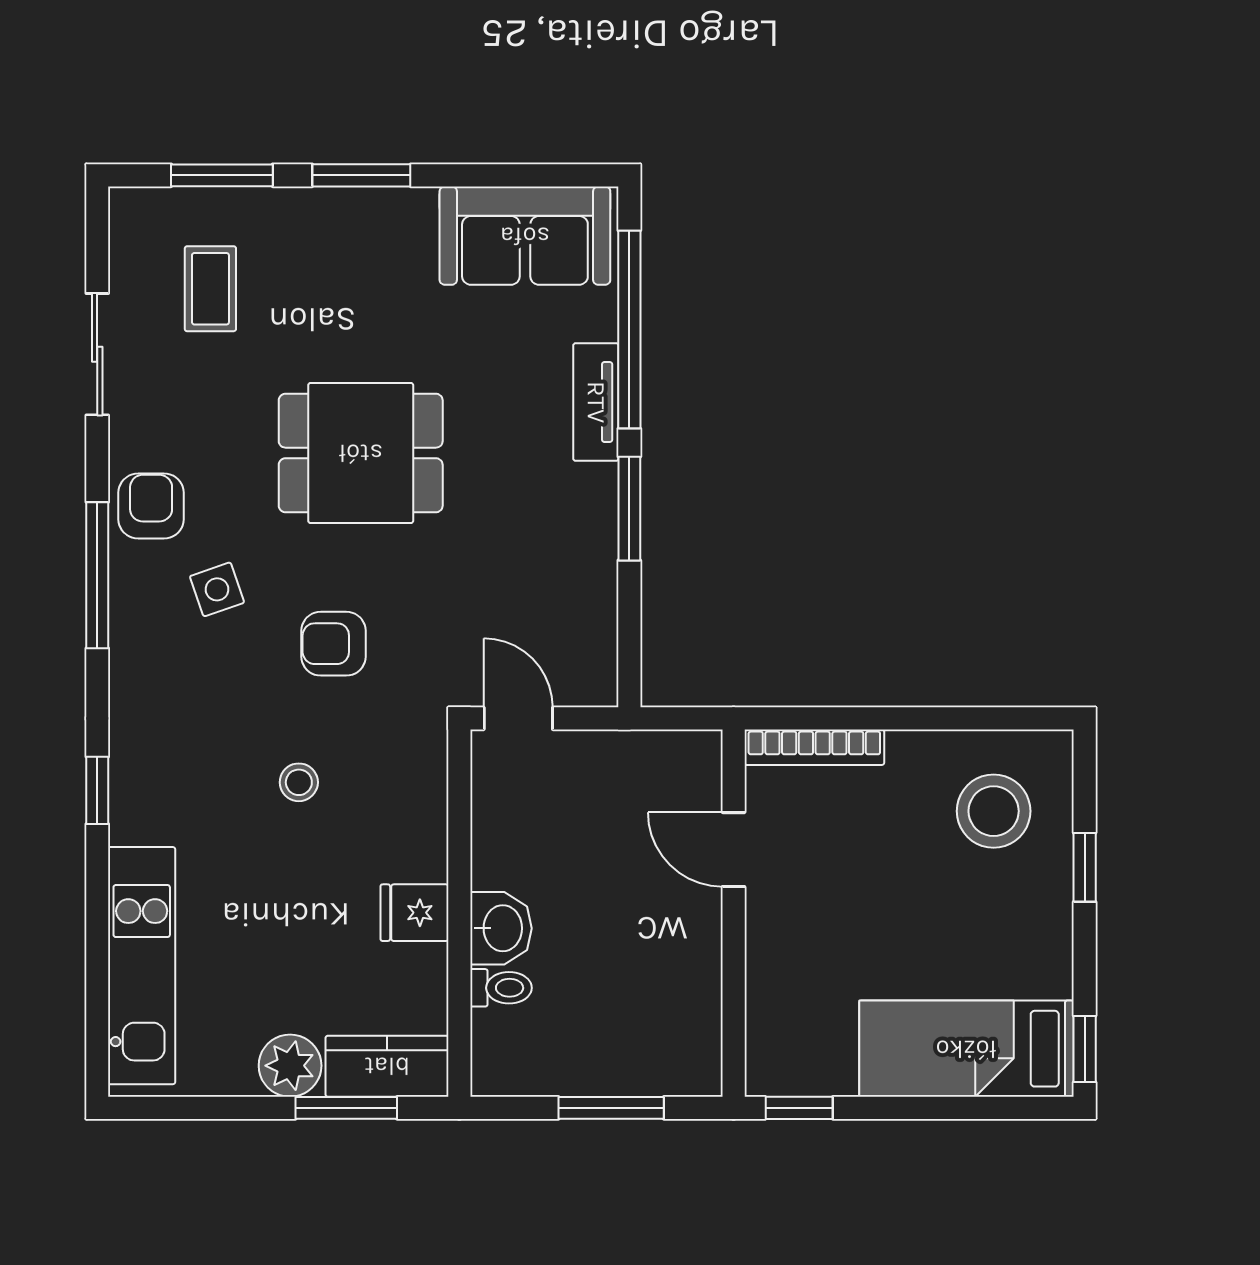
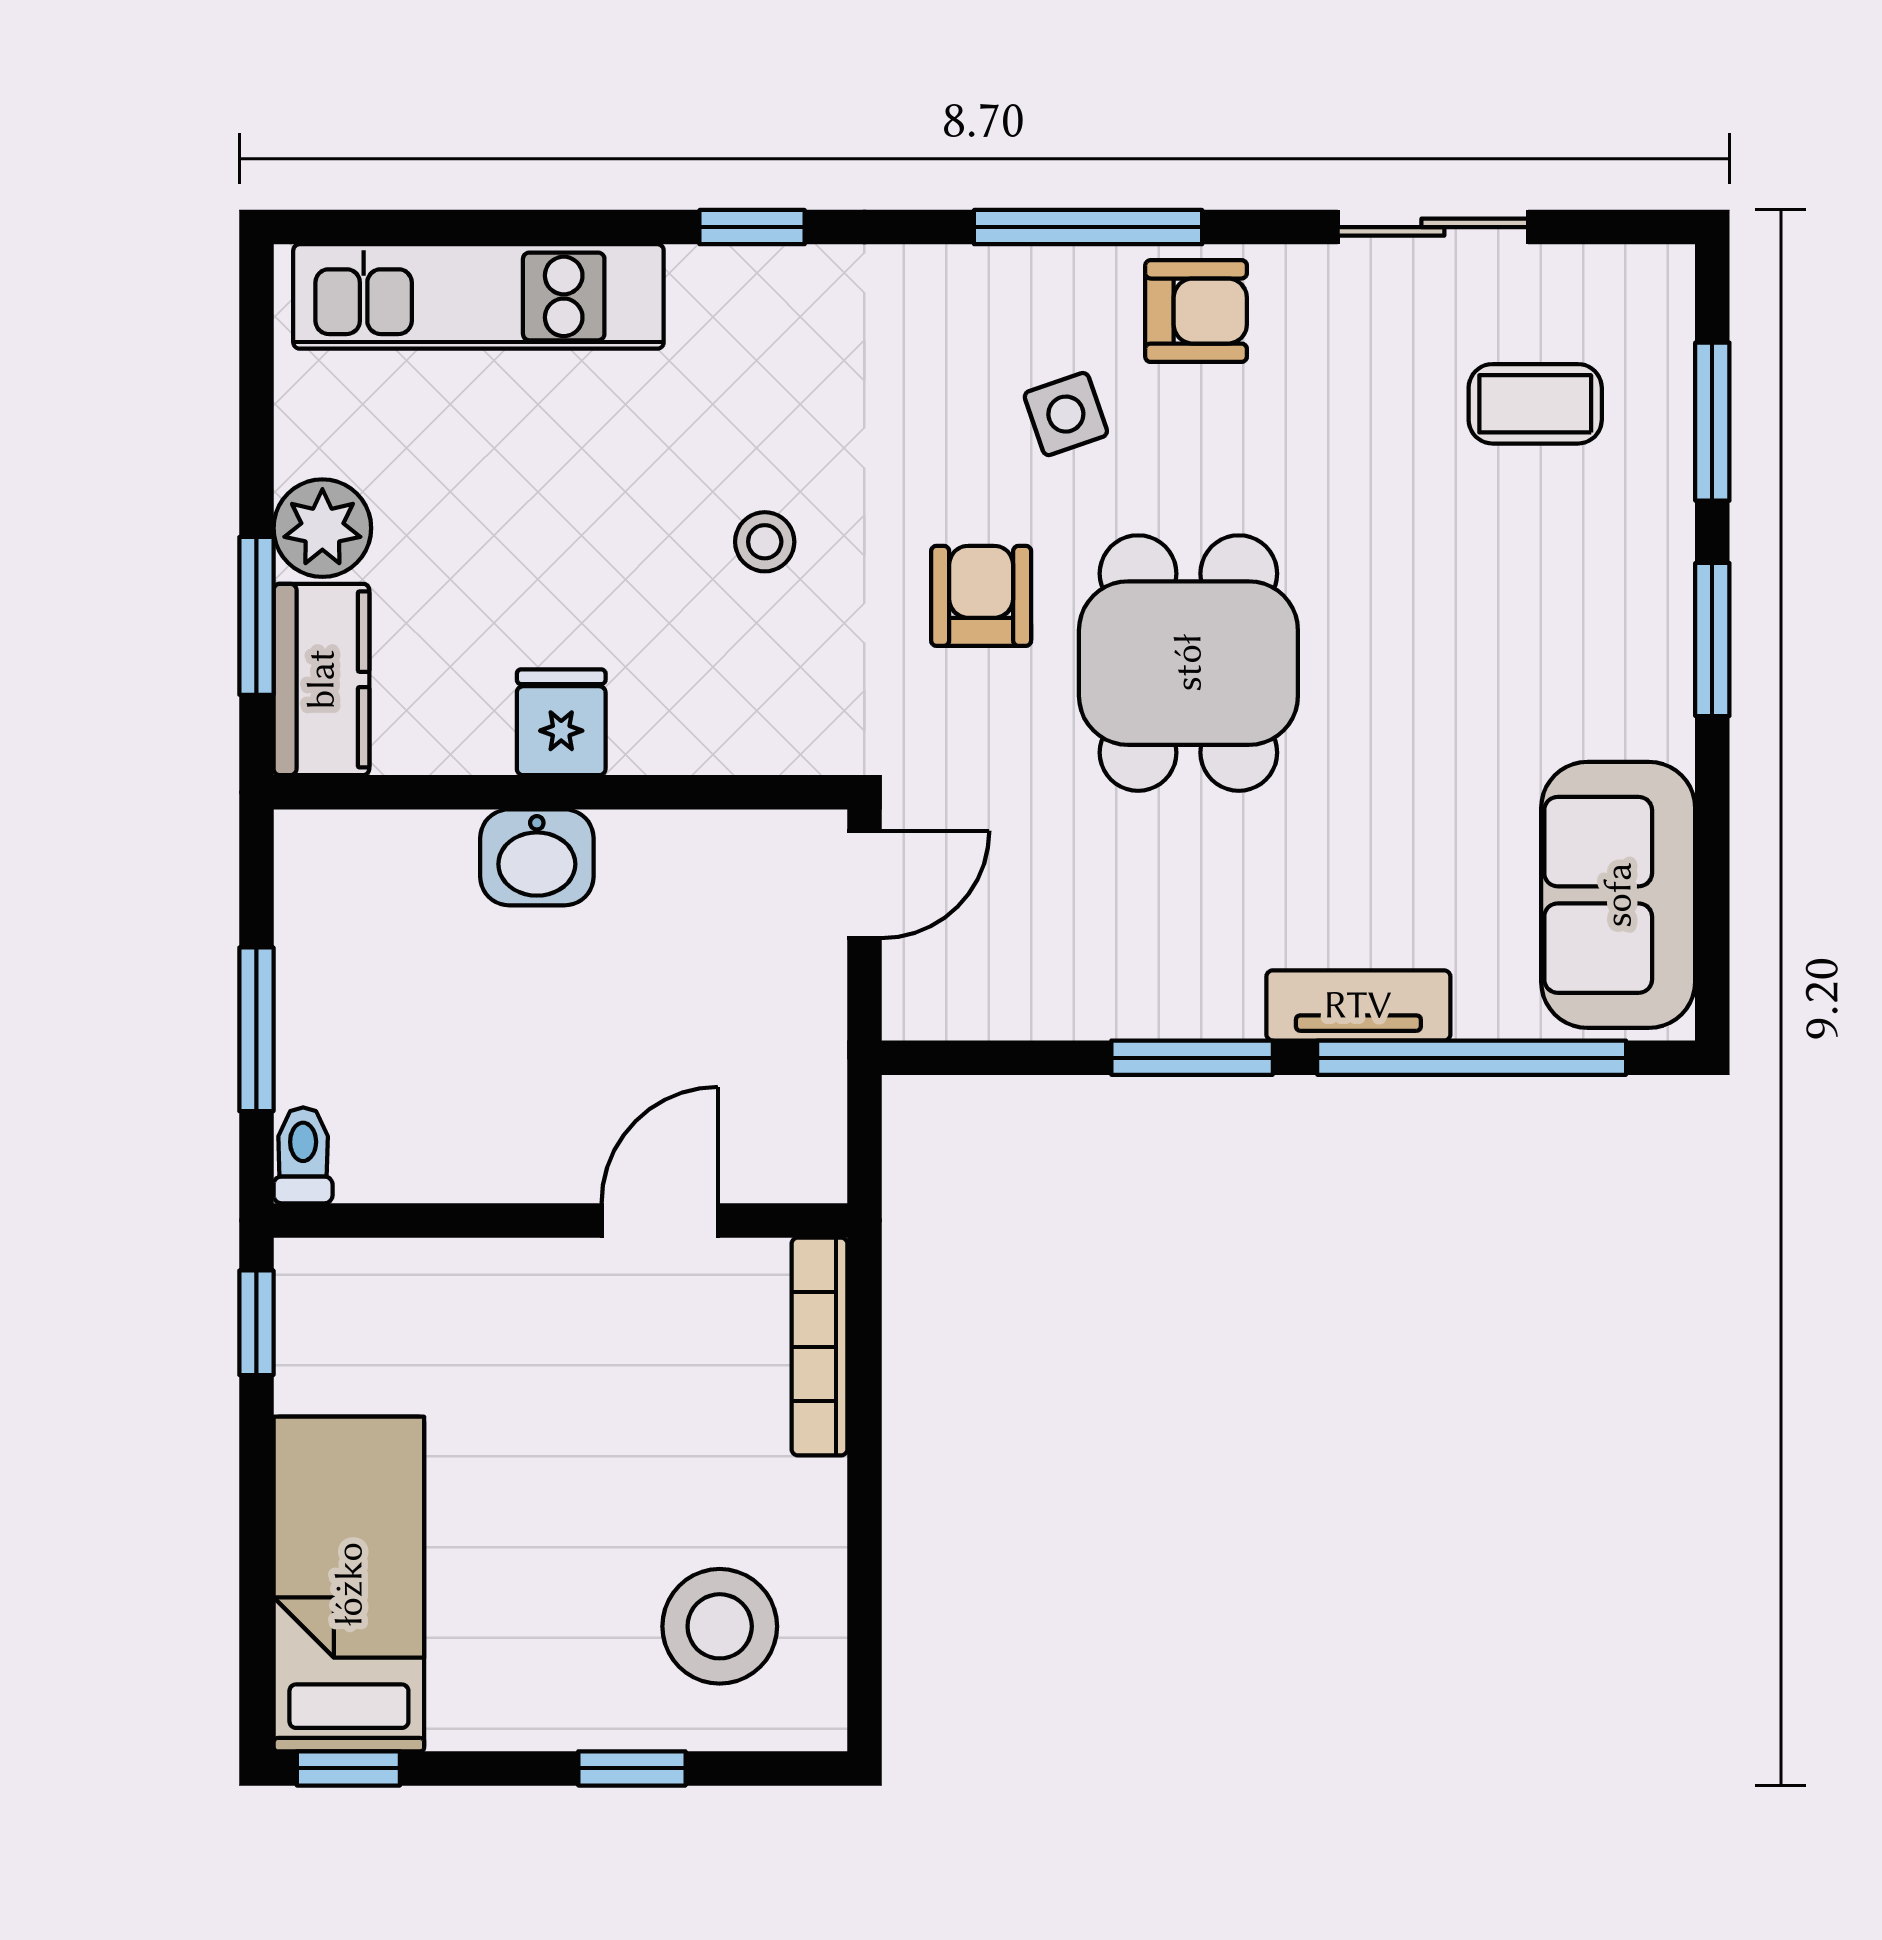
dining table: (361, 453) -> (1188, 663), moved
toilet: (501, 988) -> (303, 1155), moved, turned 180

